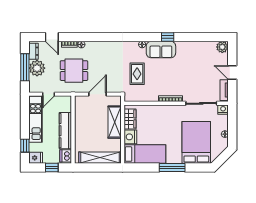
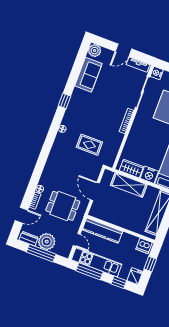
sofa: (161, 50) -> (88, 75), moved
dining table: (74, 71) -> (63, 206), turned 90
window: (25, 116) -> (90, 271), added
kitchen counter: (65, 131) -> (102, 231), moved

